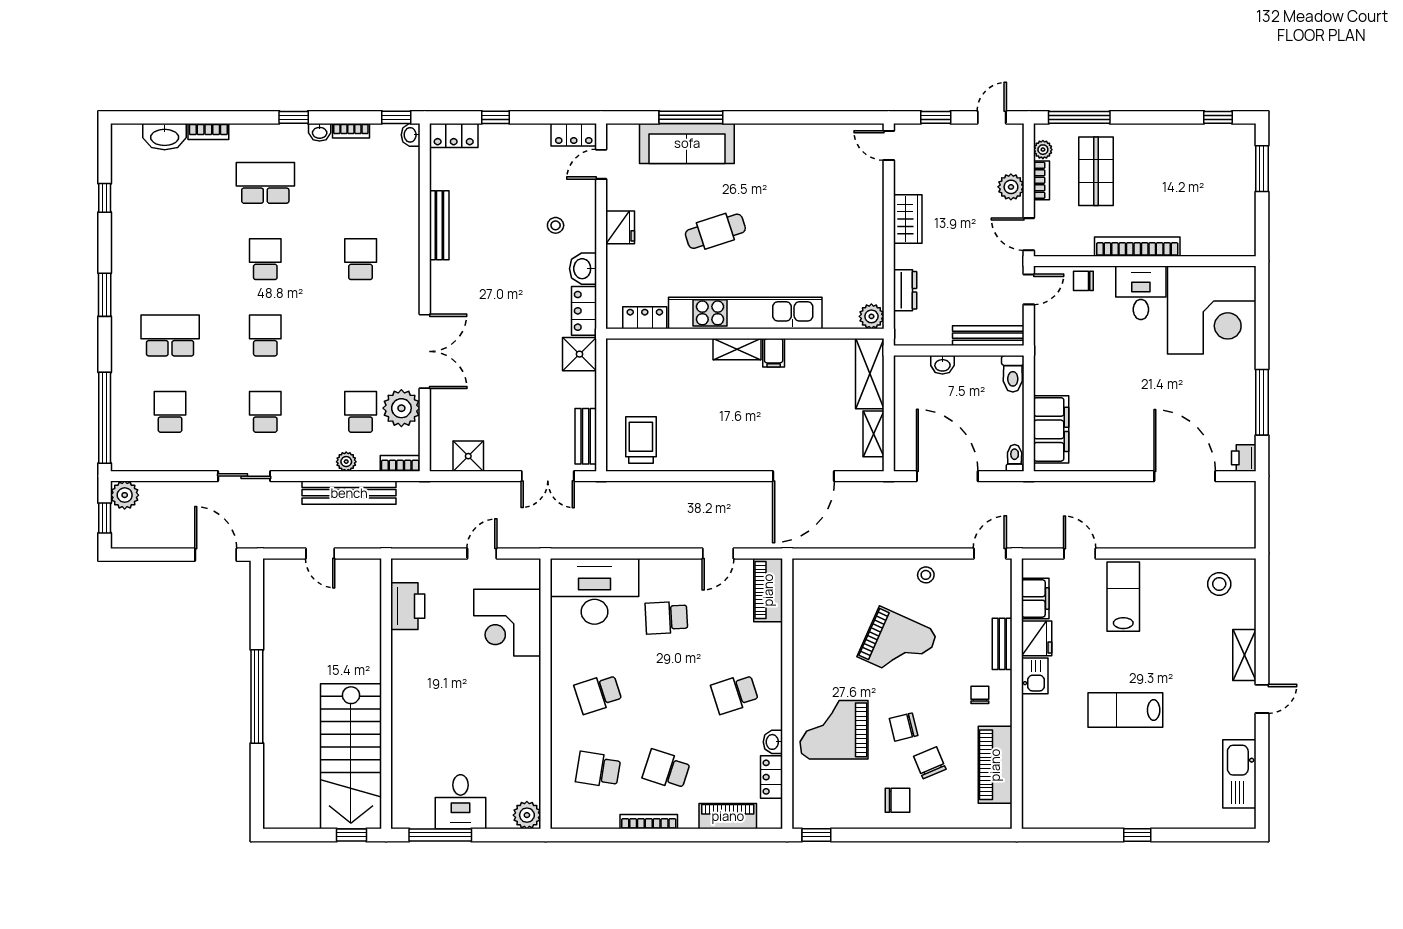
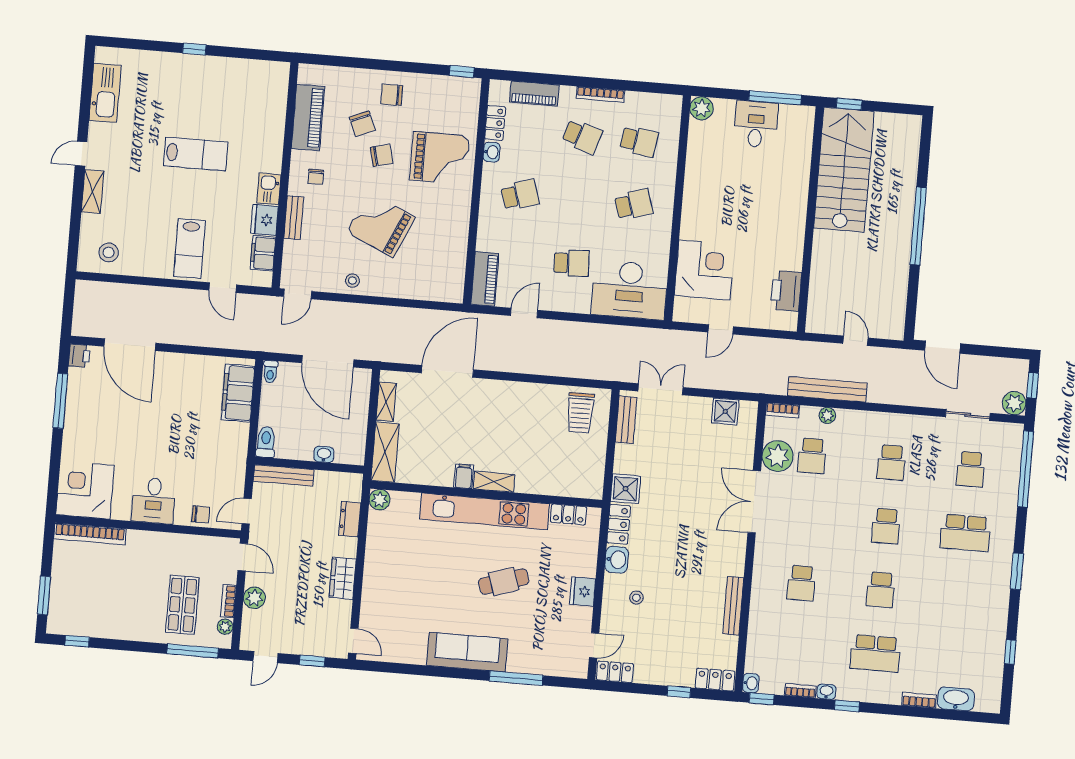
sofa: (687, 143) -> (467, 652), moved
bookcase: (1137, 247) -> (90, 534), moved
corner desk: (1212, 310) -> (85, 490), width x0.74, depth x0.74
sliding door: (244, 476) -> (968, 415), moved

